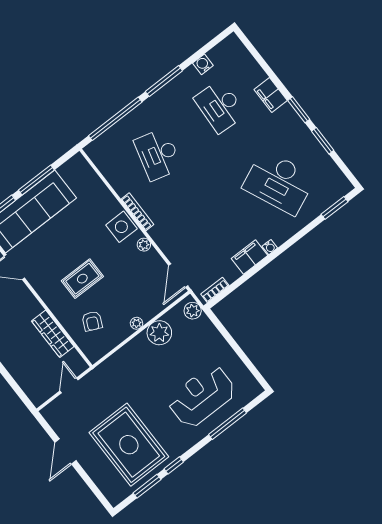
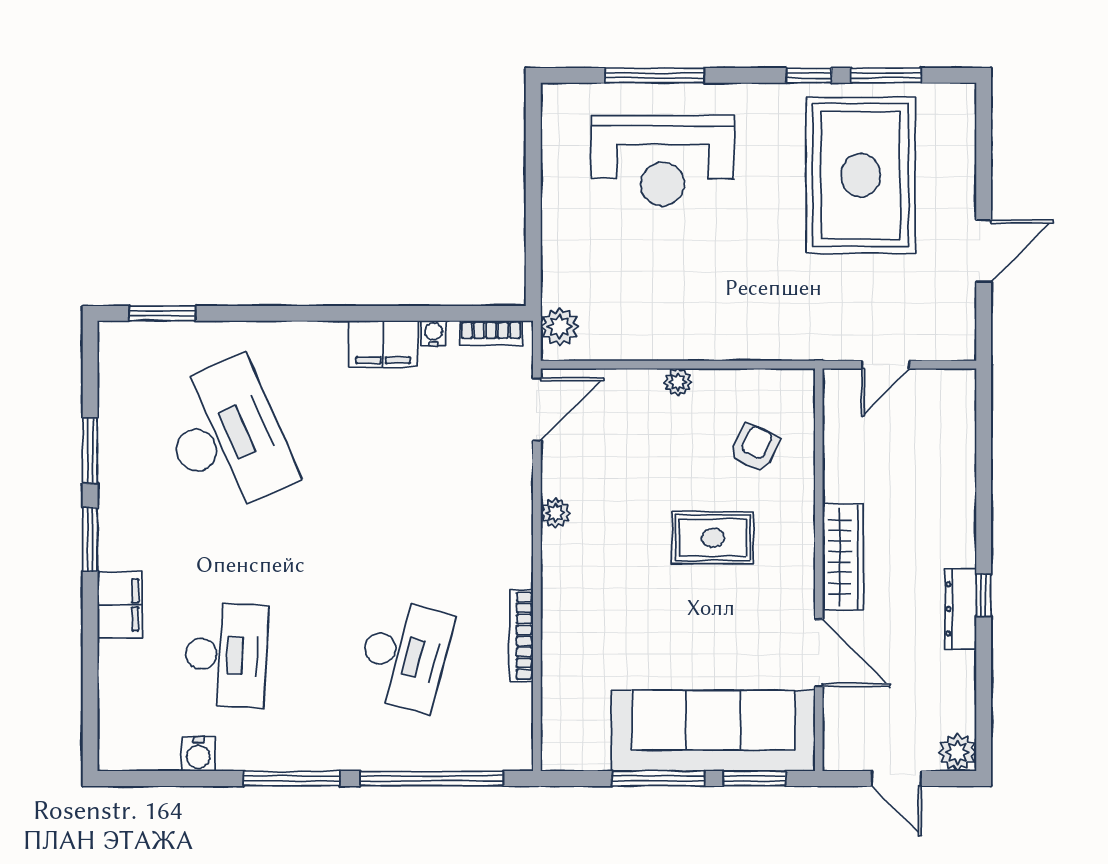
bookcase: (137, 212) -> (521, 636), moved
side table: (121, 227) -> (571, 576), removed
water cooler: (270, 247) -> (434, 333), moved
plant: (159, 333) -> (650, 333), removed
wardrobe: (53, 334) -> (843, 557), moved

